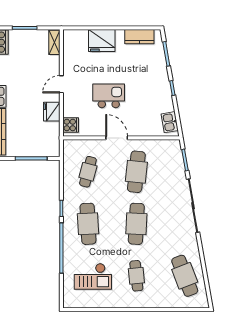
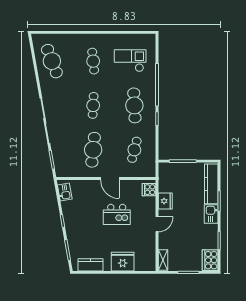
cafe table: (136, 224) -> (93, 105), width x0.73, depth x0.74

